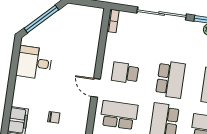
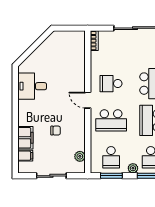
window: (41, 19) -> (33, 48), removed
school desk: (119, 115) -> (111, 120), turned 180

